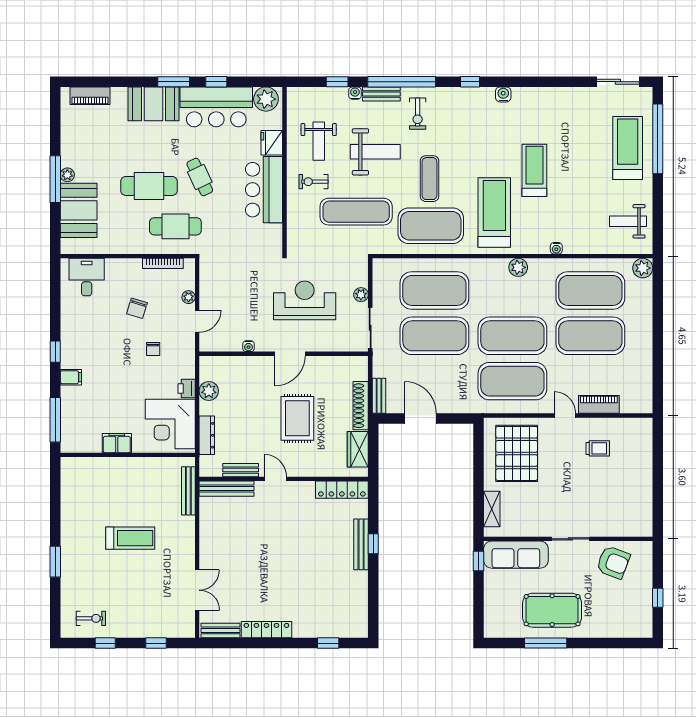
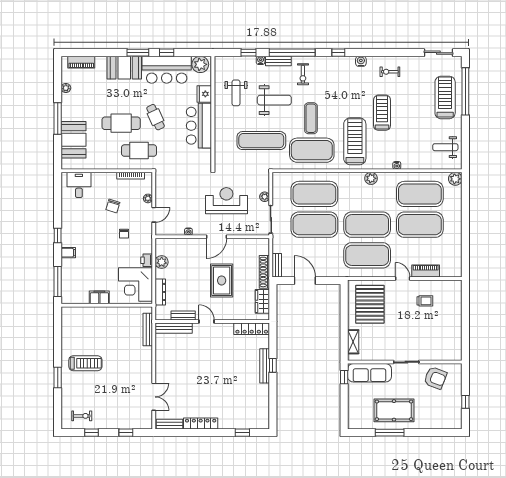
plant: (67, 175) -> (66, 88), moved
exercise bike: (313, 182) -> (390, 72), moved
treadmill: (130, 538) -> (85, 363), moved

